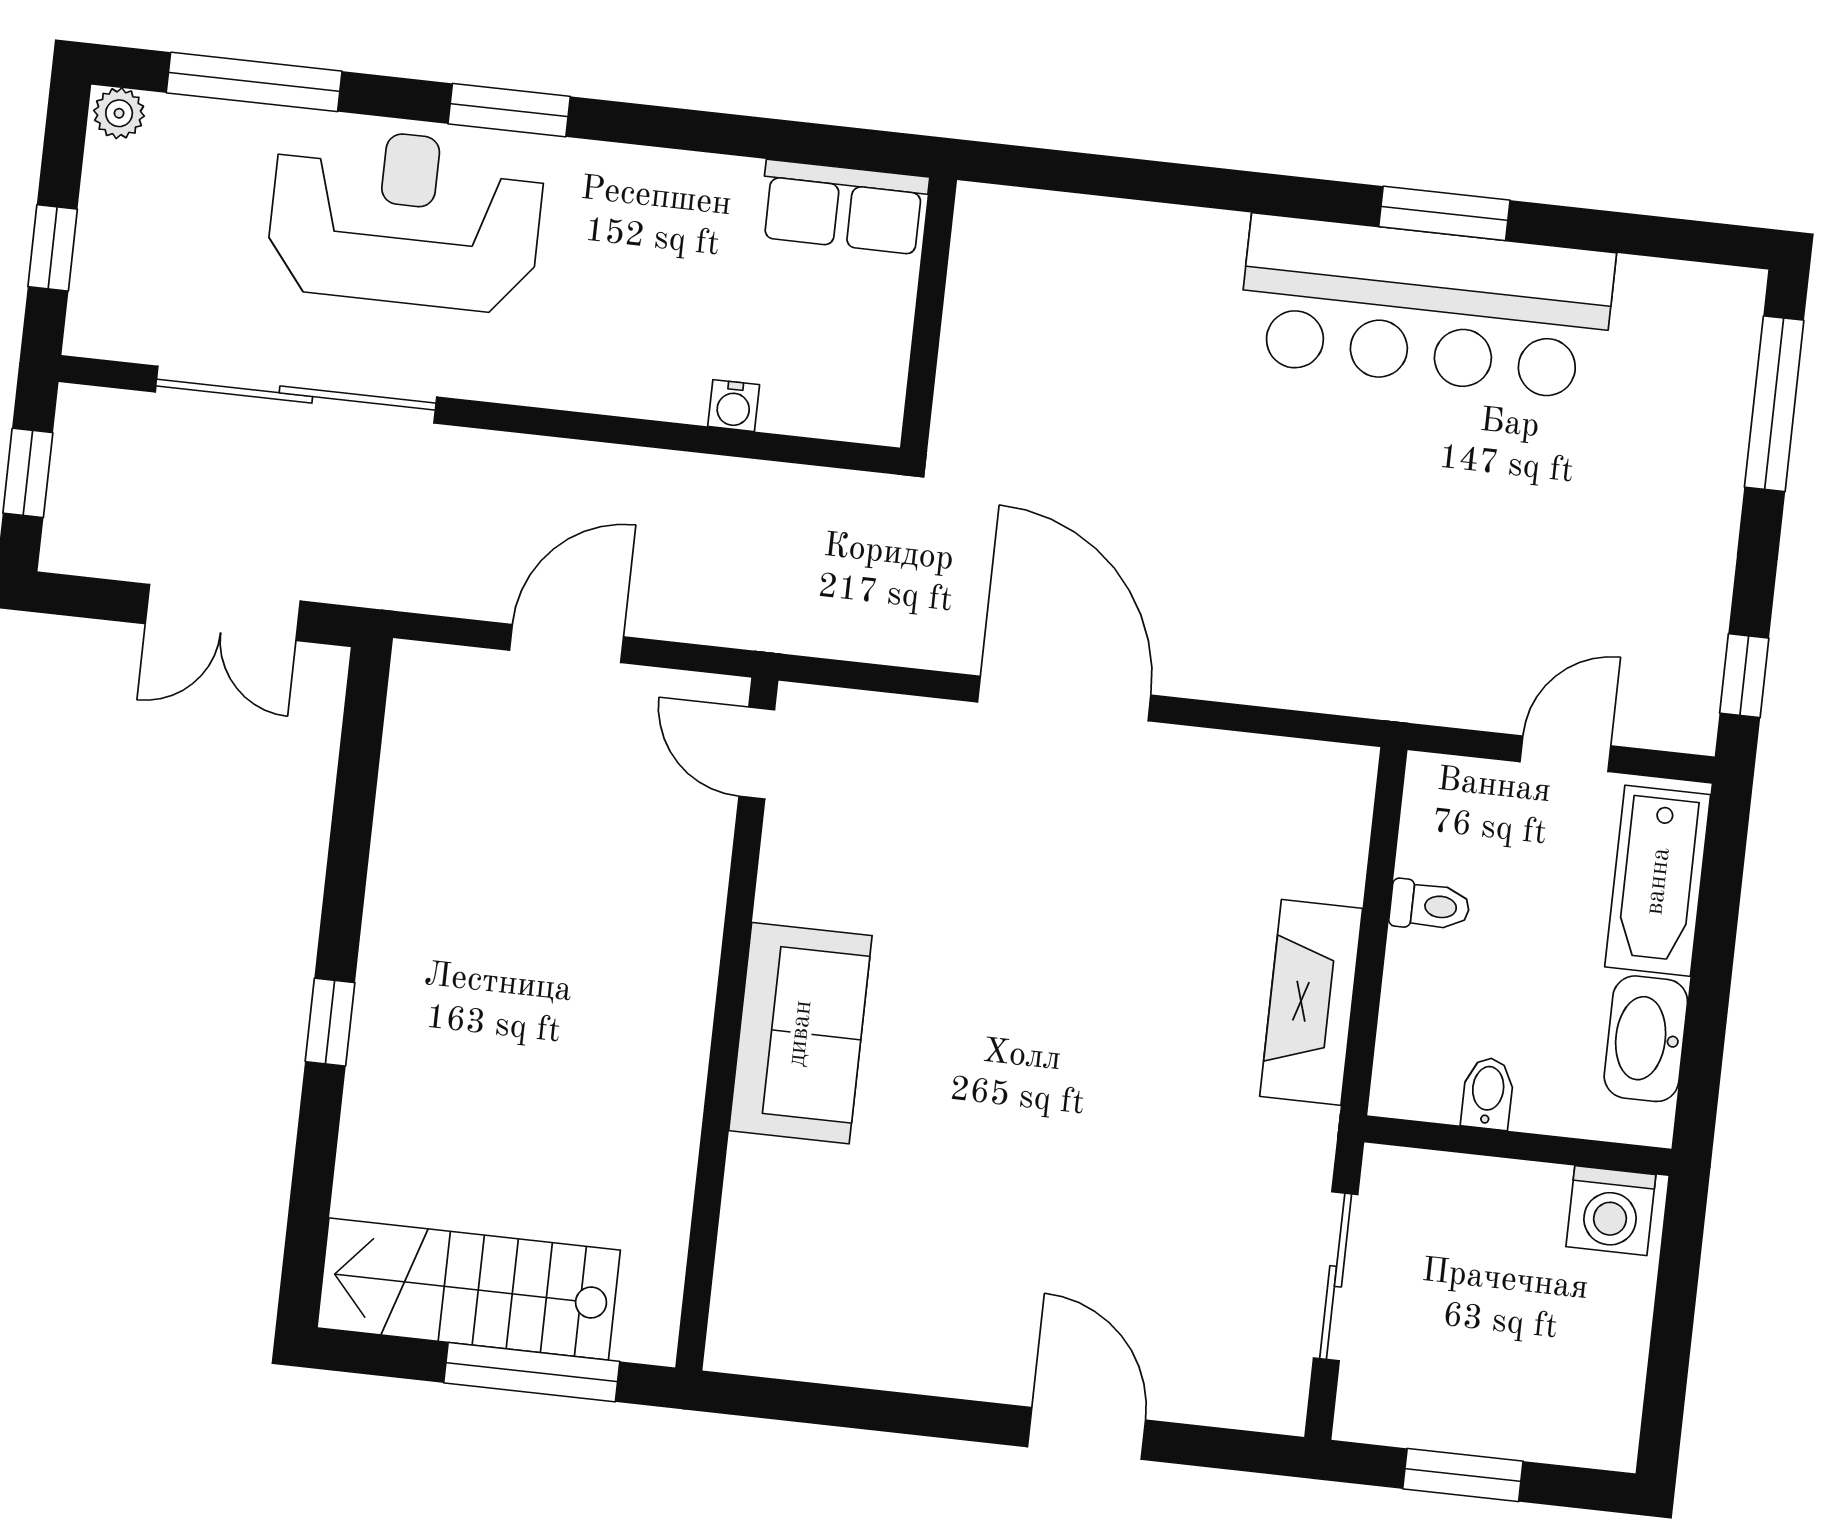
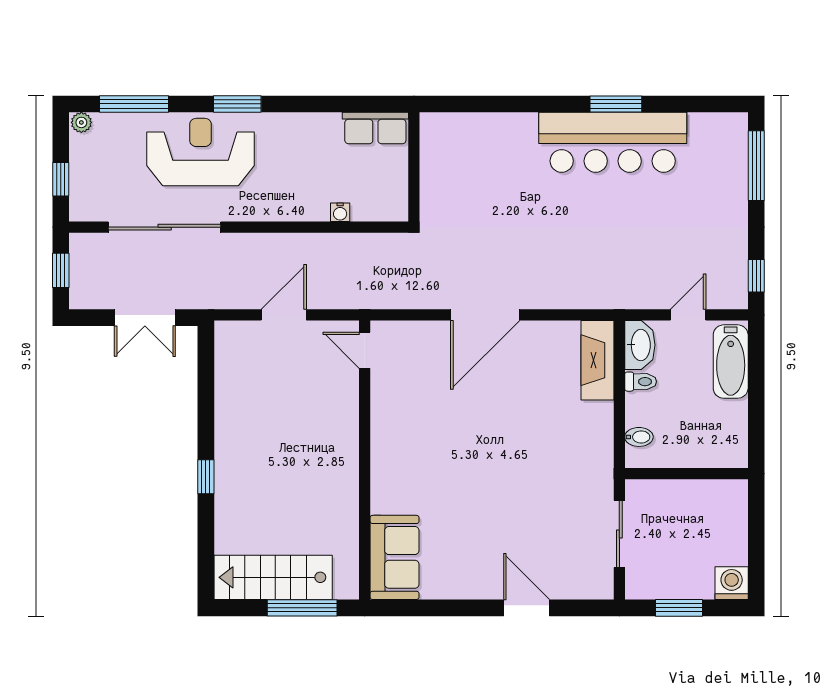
door: (1064, 698) -> (485, 315), swing flipped
fireplace: (1311, 1002) -> (597, 360), moved
sofa: (800, 1033) -> (395, 557), moved
washbasin: (1646, 1039) -> (640, 345), moved, turned 180
bidet: (1488, 1093) -> (639, 437), moved, turned 90
washing machine: (1611, 1211) -> (732, 583), moved, turned 180

